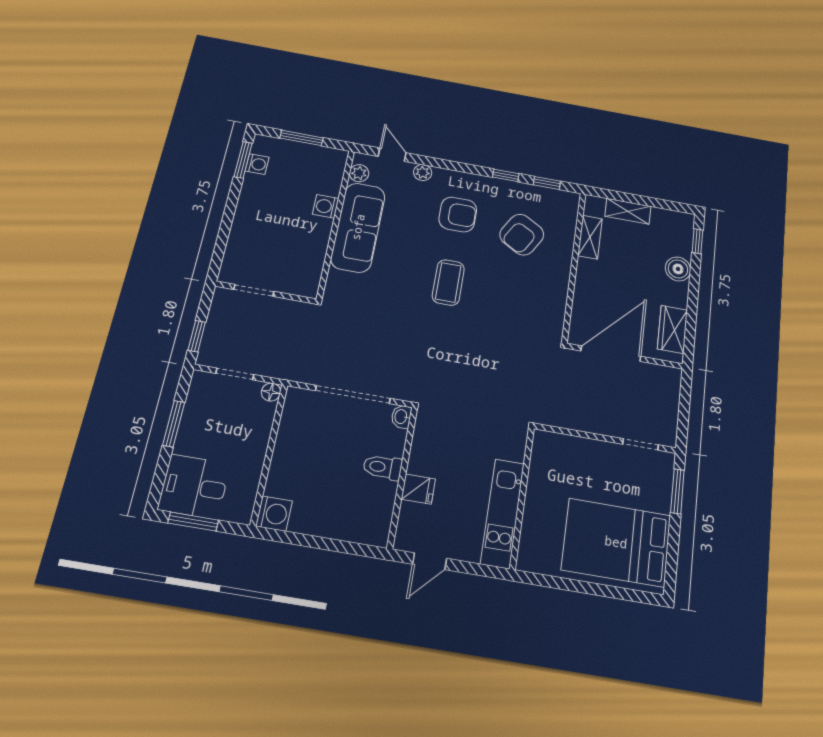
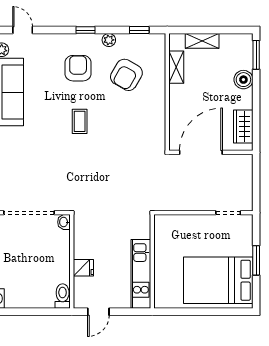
plant: (423, 173) -> (109, 40), moved
window: (506, 175) -> (85, 30), moved
armchair: (458, 214) -> (78, 68), turned -90
window: (697, 241) -> (256, 55), width x1.50
coffee table: (448, 282) -> (80, 121), width x0.73, depth x0.77
toilet: (383, 467) -> (63, 296), moved, turned 90
window: (677, 491) -> (256, 260), moved

